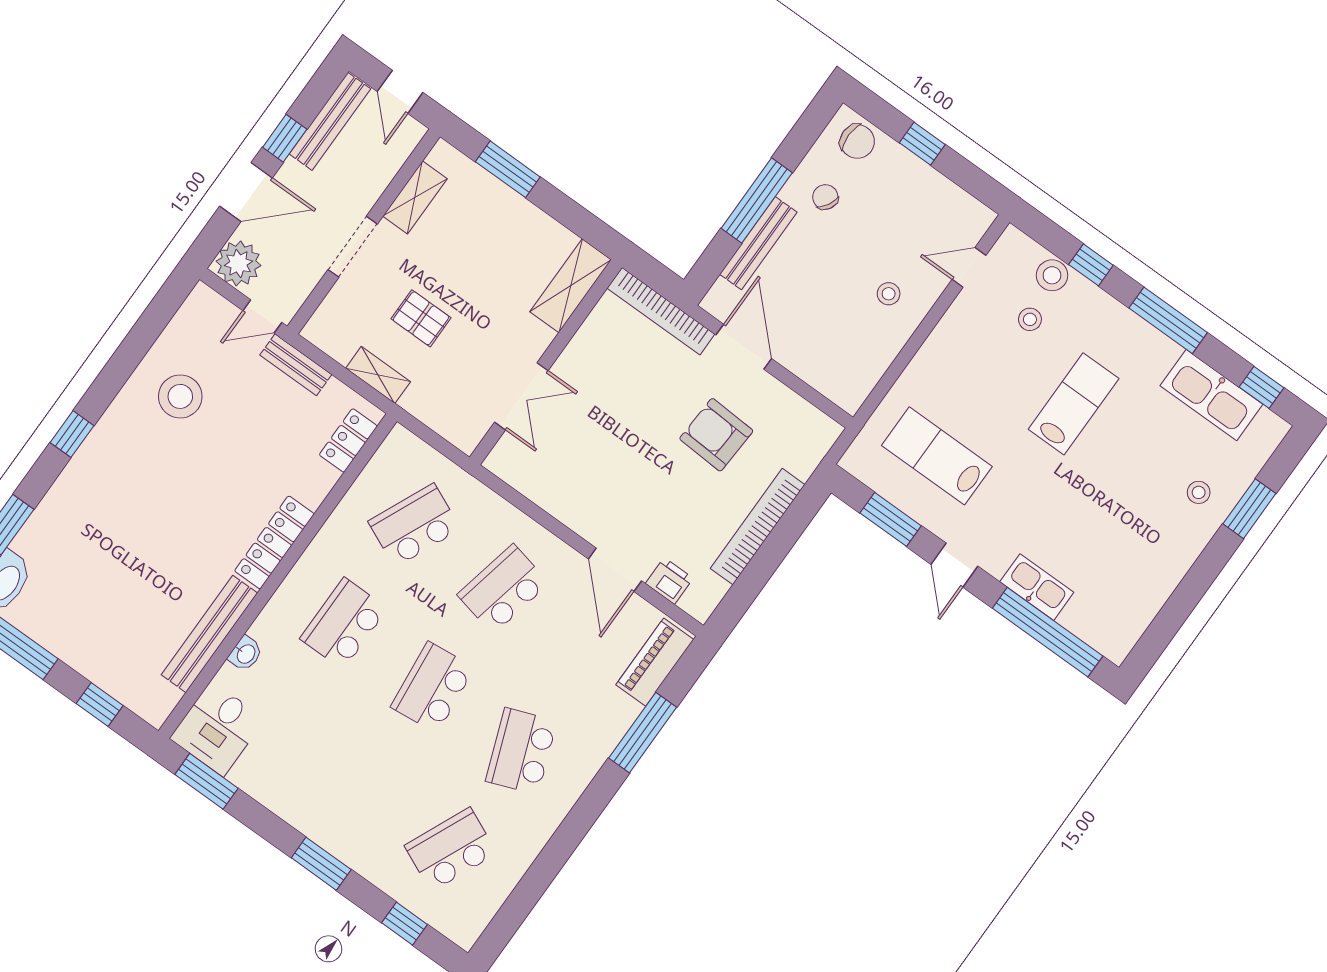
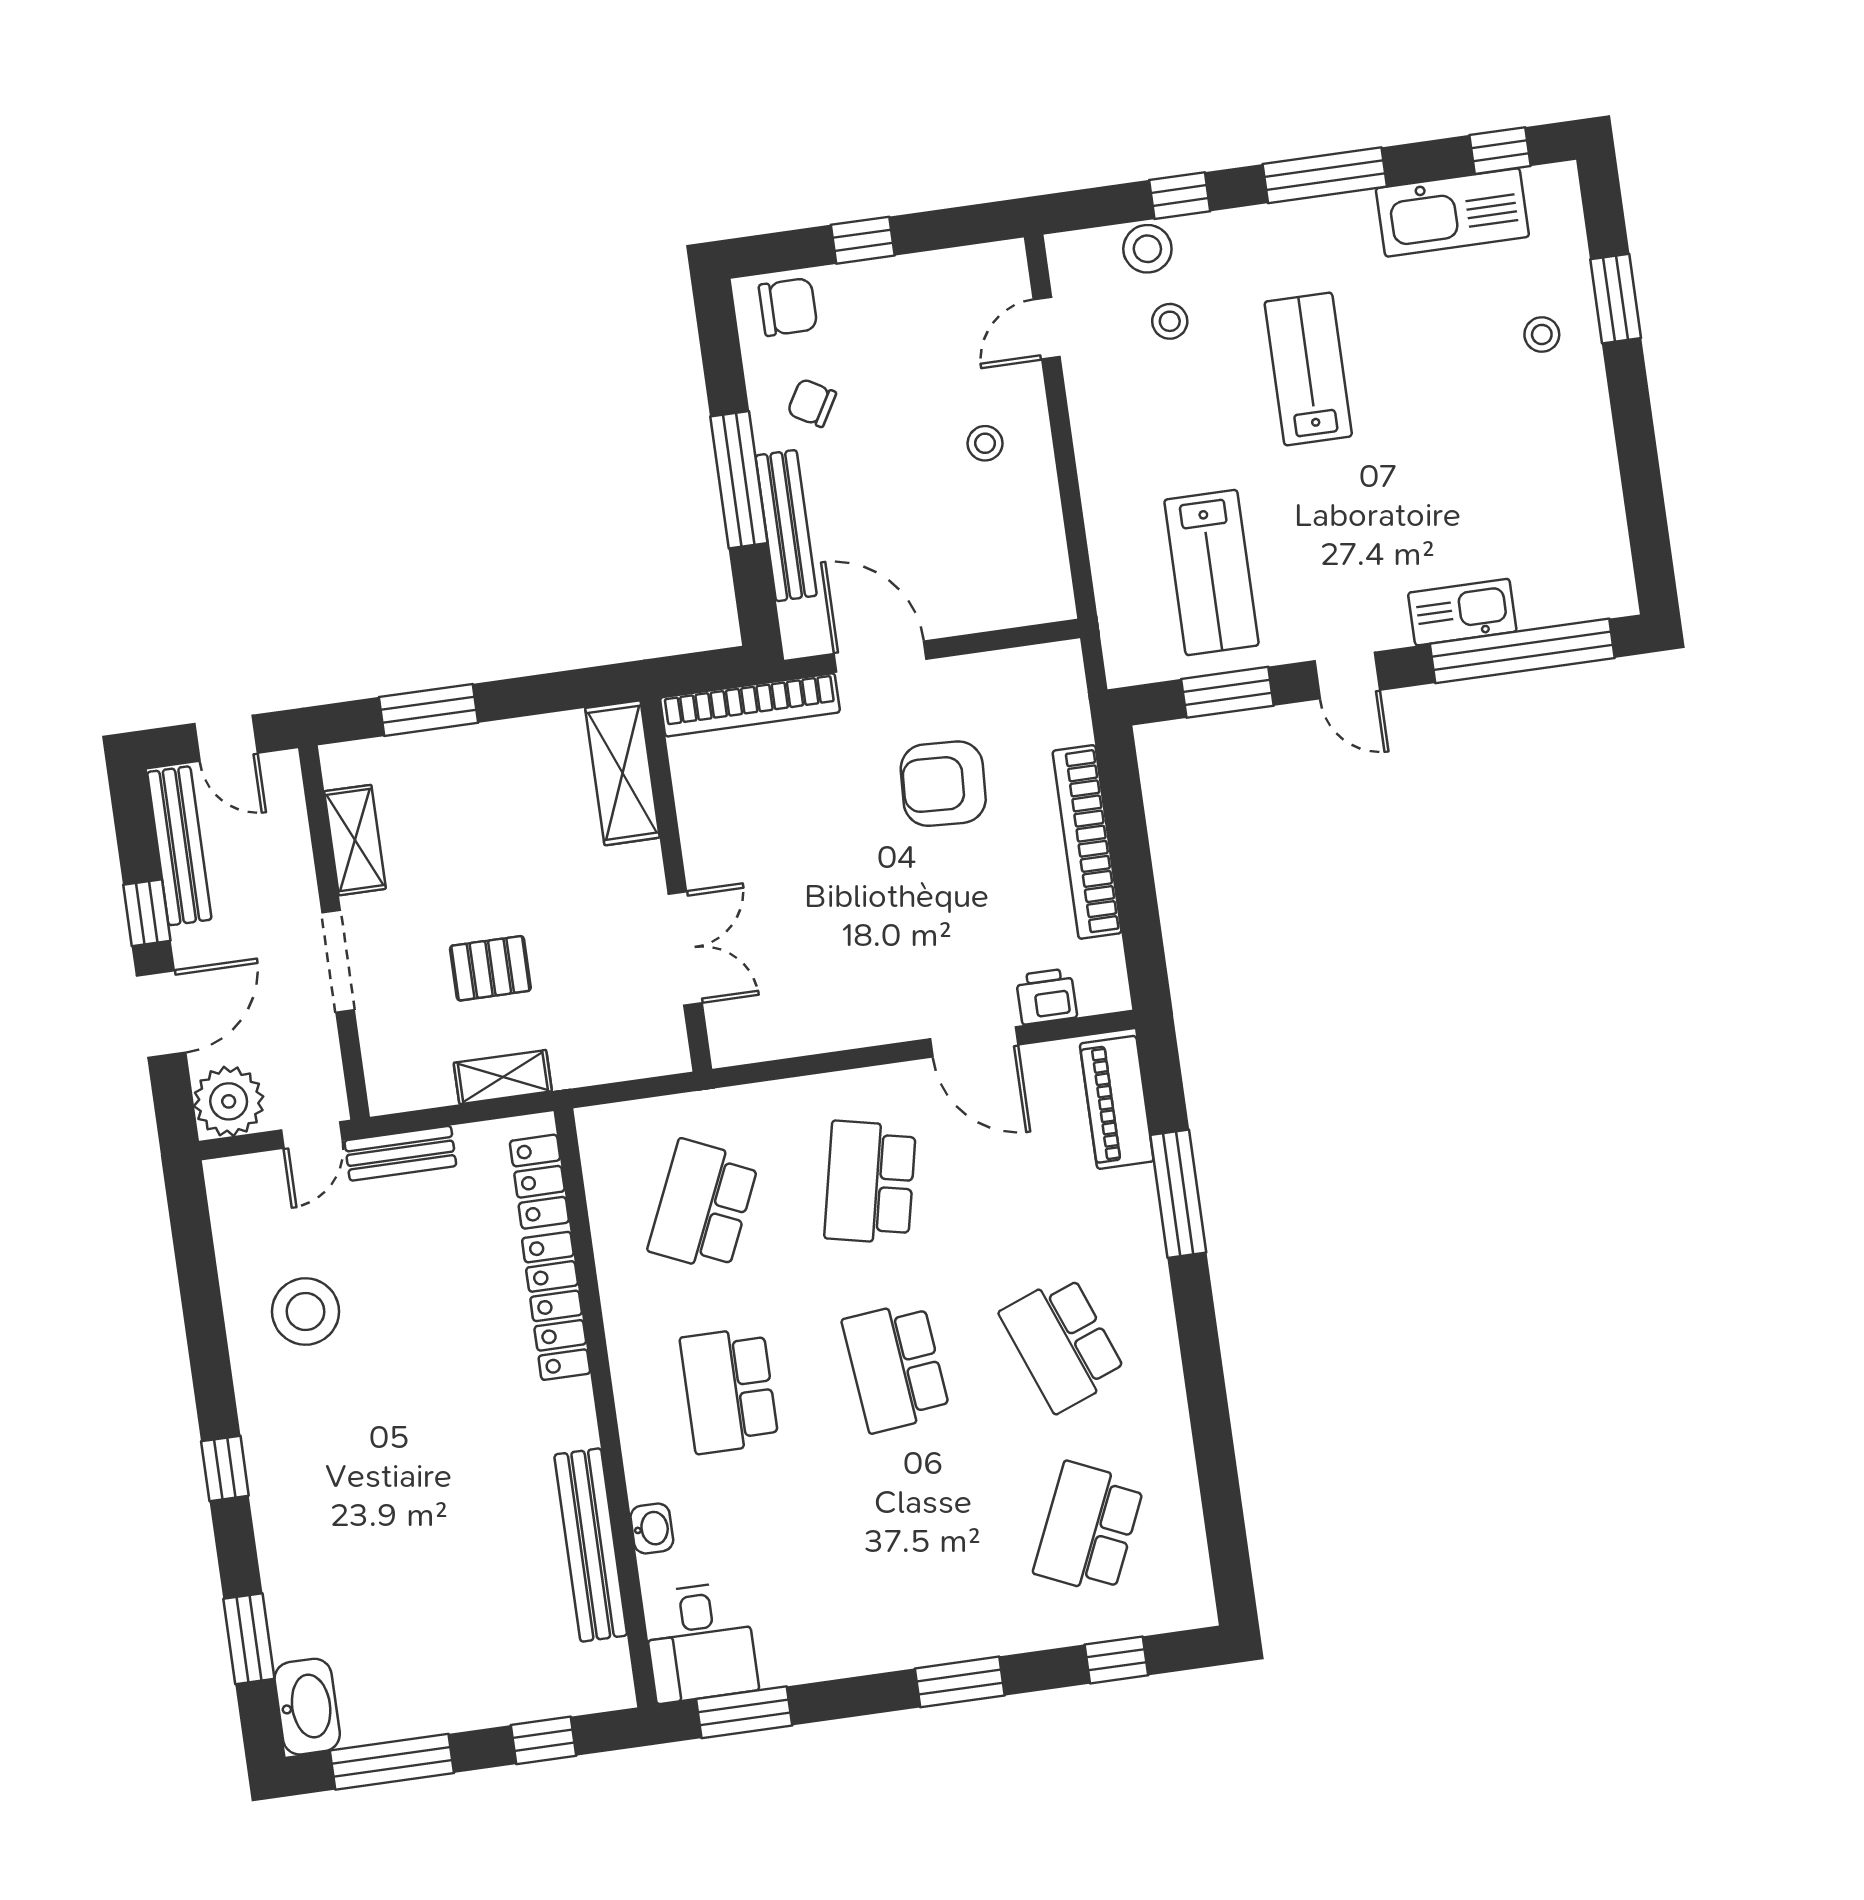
lab bench: (937, 456) -> (1211, 573), turned -90
locker: (274, 542) -> (556, 1306), moved

